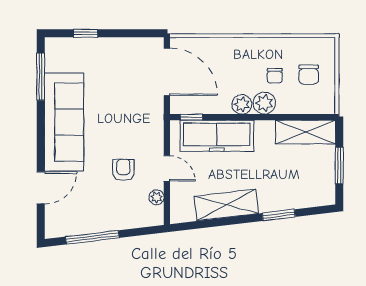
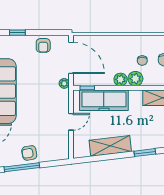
armchair: (125, 53) -> (43, 45), added
door: (167, 168) -> (71, 122), hinge flipped
armchair: (123, 170) -> (29, 153), moved, turned -100
plant: (156, 197) -> (64, 83), moved

